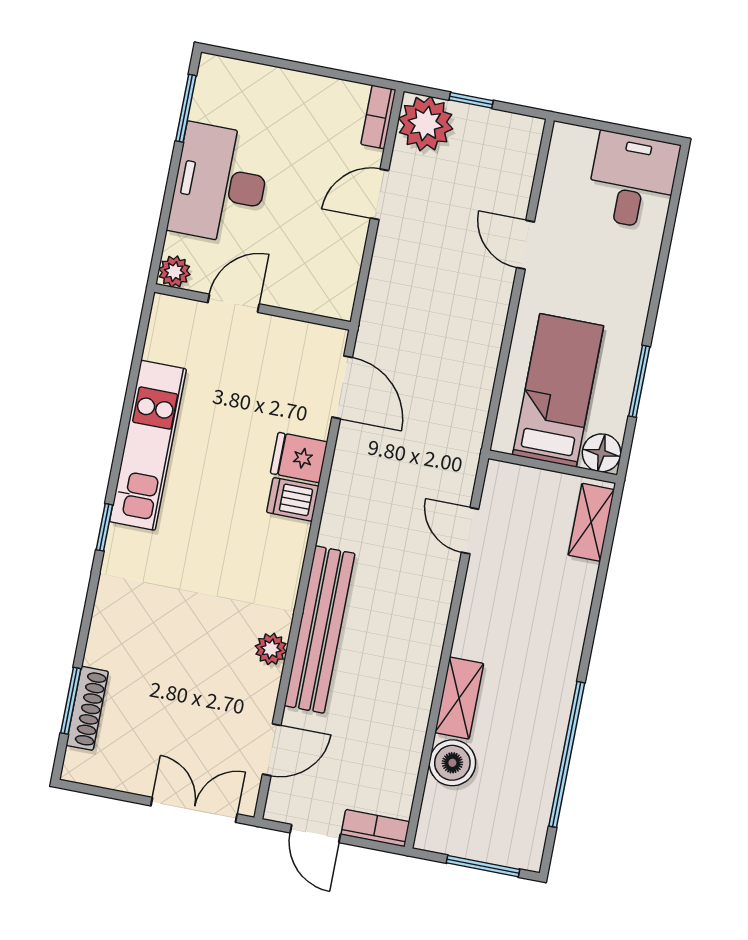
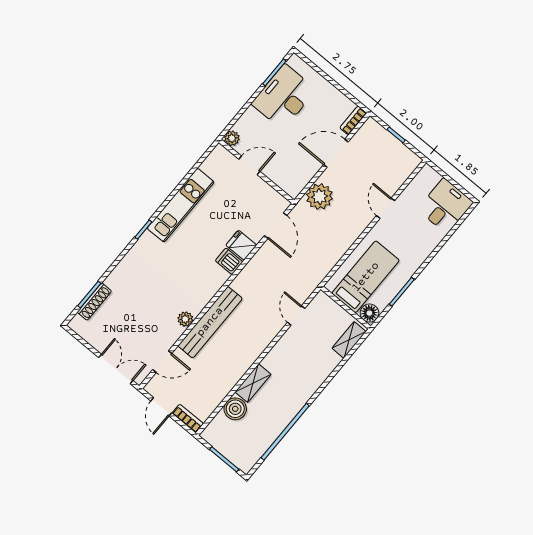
plant: (426, 124) -> (320, 197), moved
desk: (220, 184) -> (284, 97), moved
door: (380, 194) -> (336, 153), width x1.38

